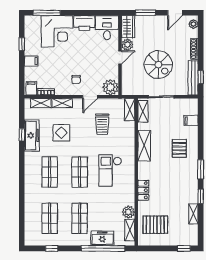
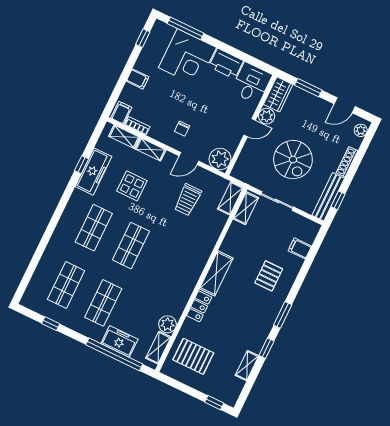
window: (22, 44) -> (143, 38), moved
shelving: (144, 146) -> (216, 273), moved
checkout: (110, 170) -> (170, 262), removed

